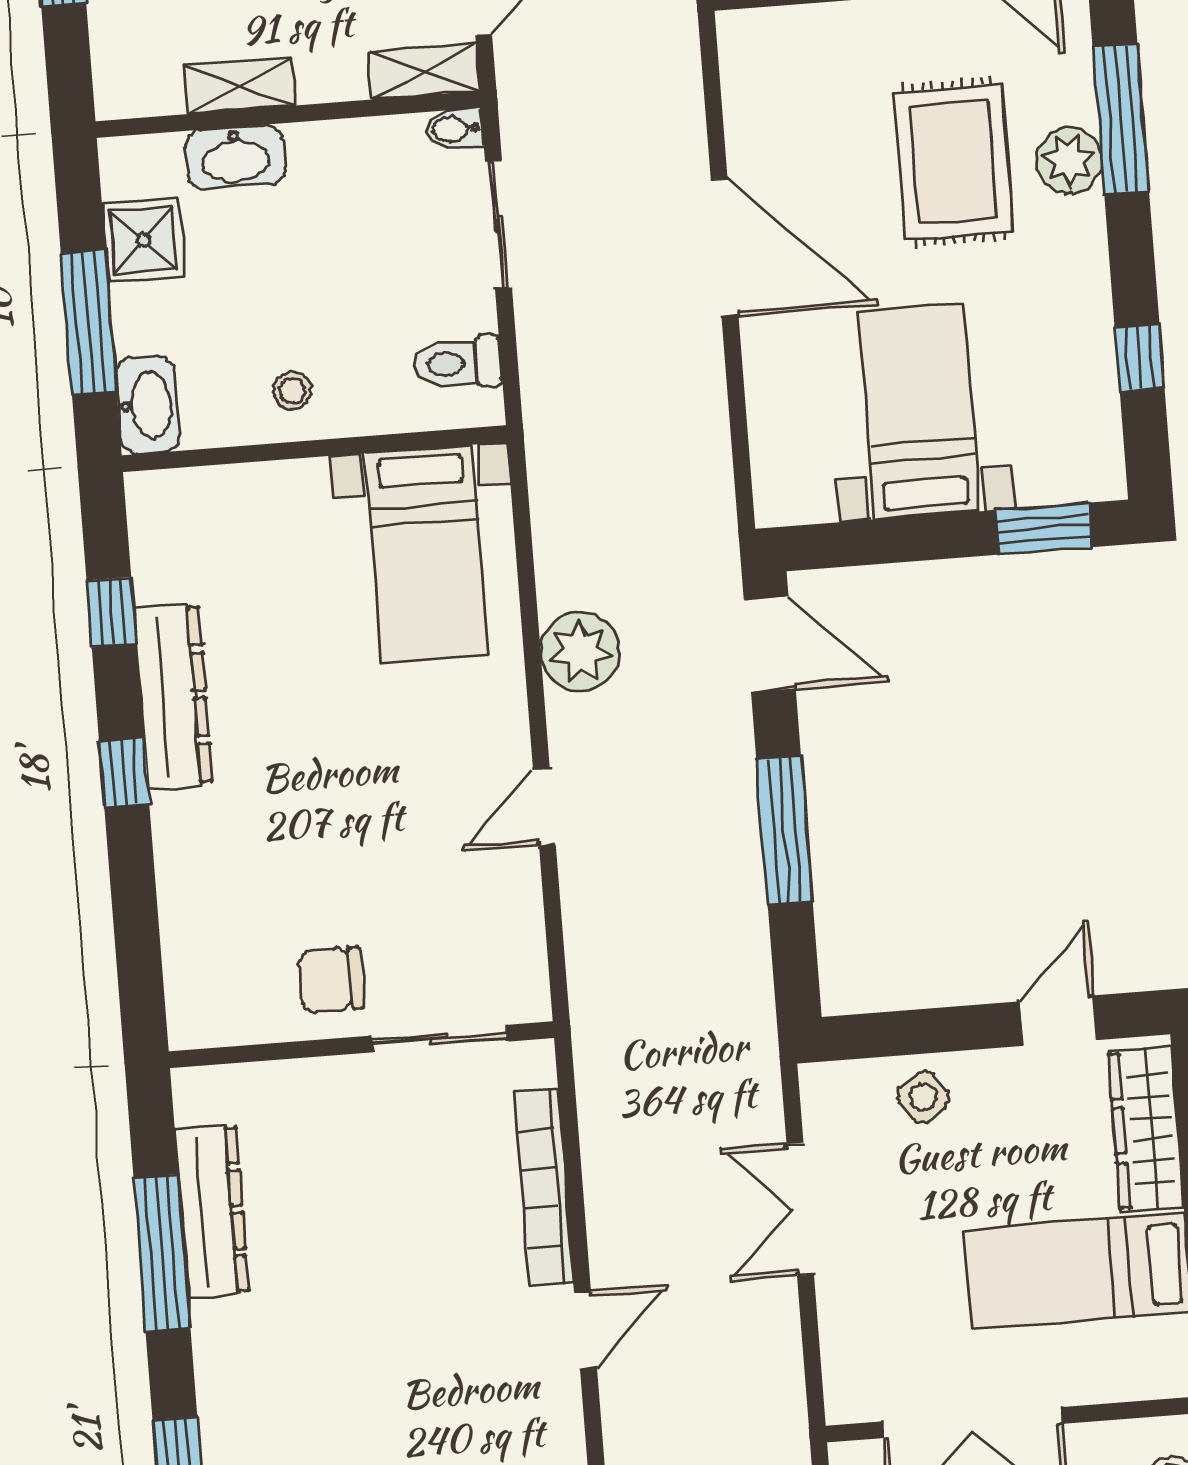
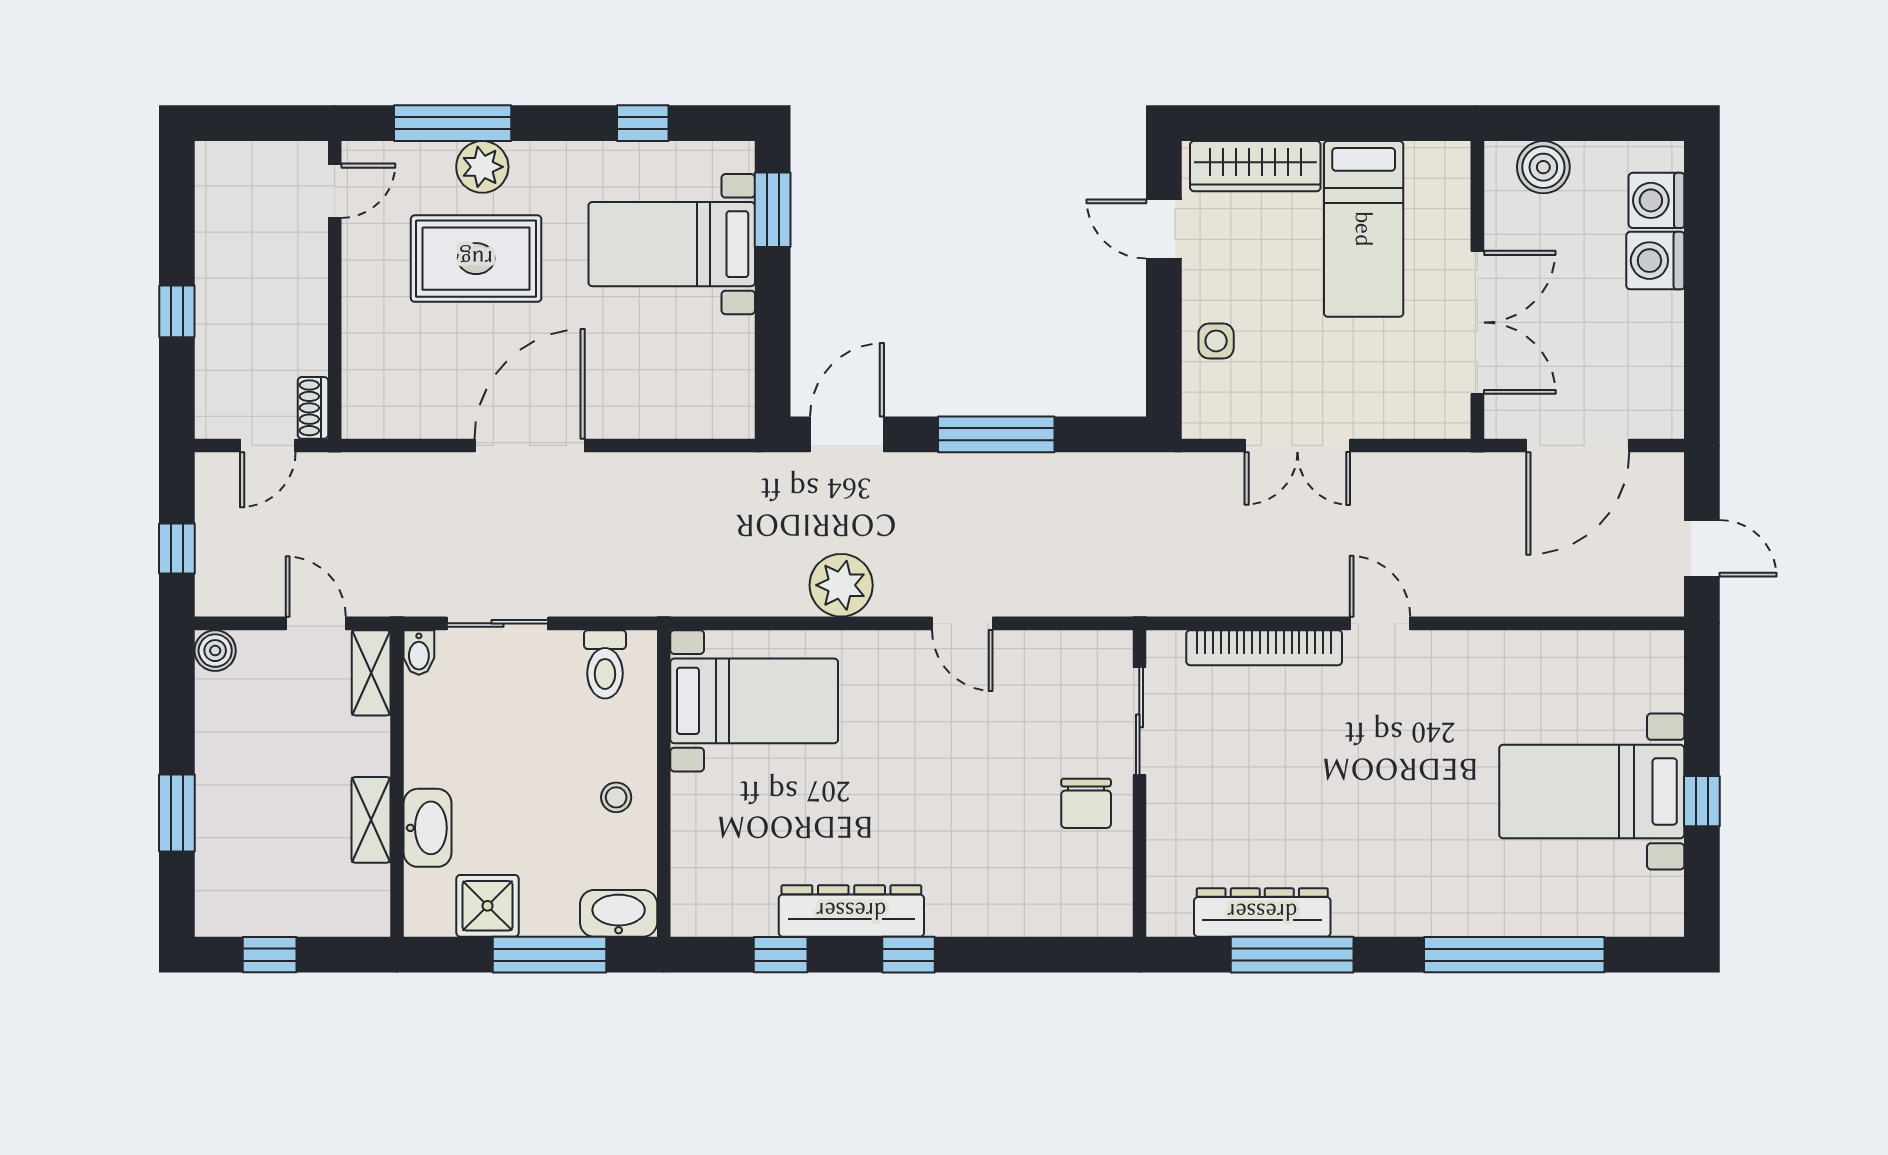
bed with nightstands: (919, 411) -> (672, 244), moved
side table: (923, 1097) -> (1216, 341), turned 35

